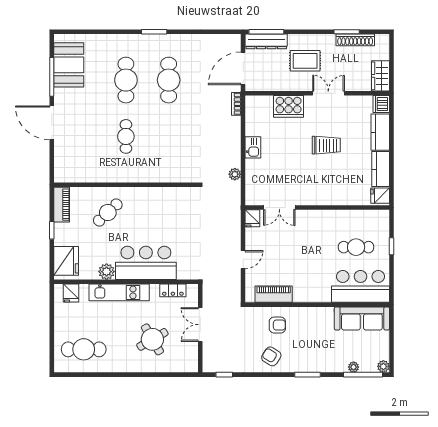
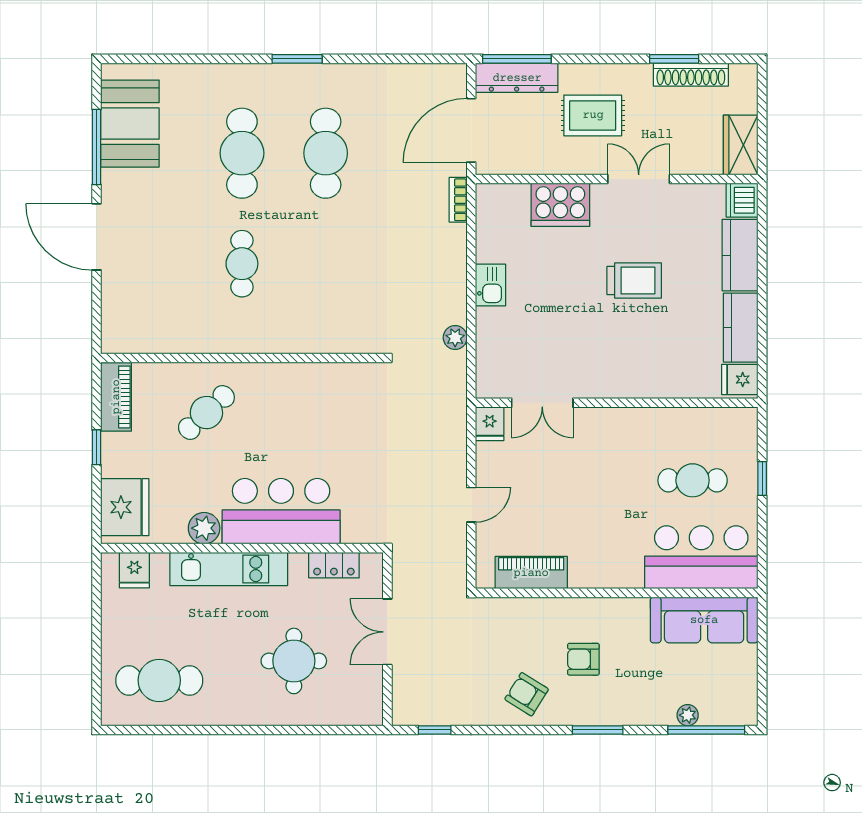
armchair: (277, 325) -> (583, 659), moved, turned 180
round table: (152, 339) -> (294, 661), turned 30
plant: (383, 366) -> (746, 714), removed

